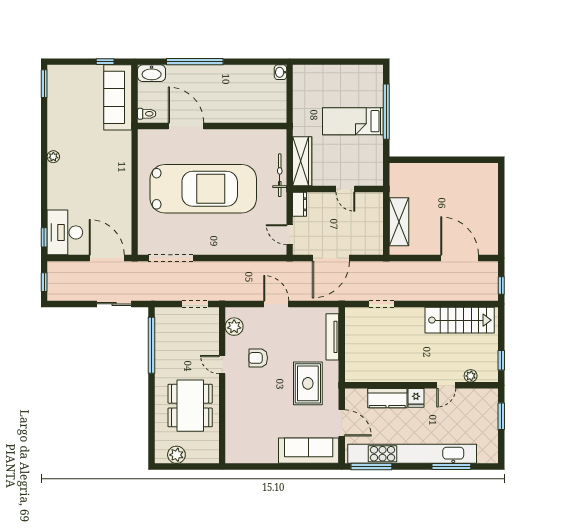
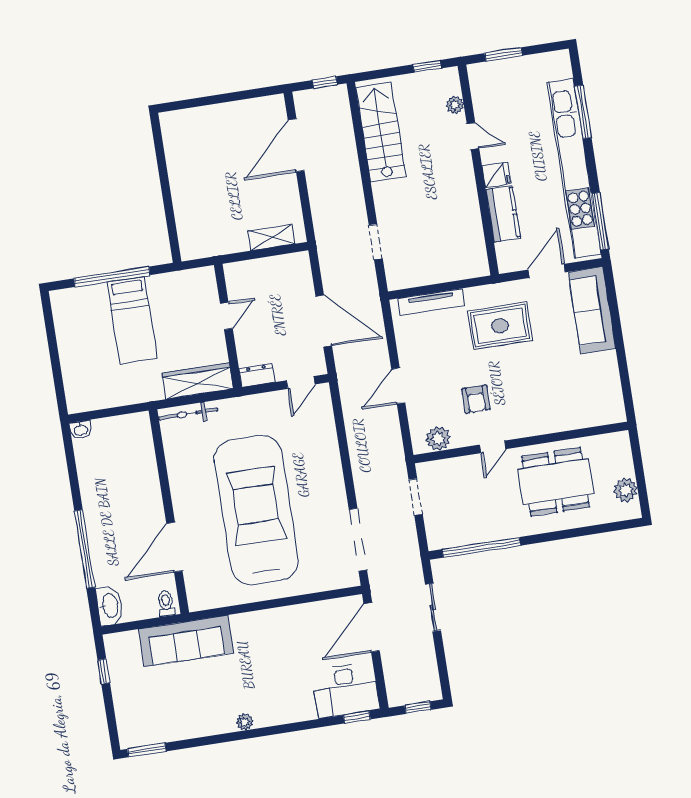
sofa: (118, 97) -> (186, 641), moved
bicycle: (280, 175) -> (188, 414), moved
shelving: (399, 222) -> (271, 237), width x0.67, depth x0.75

